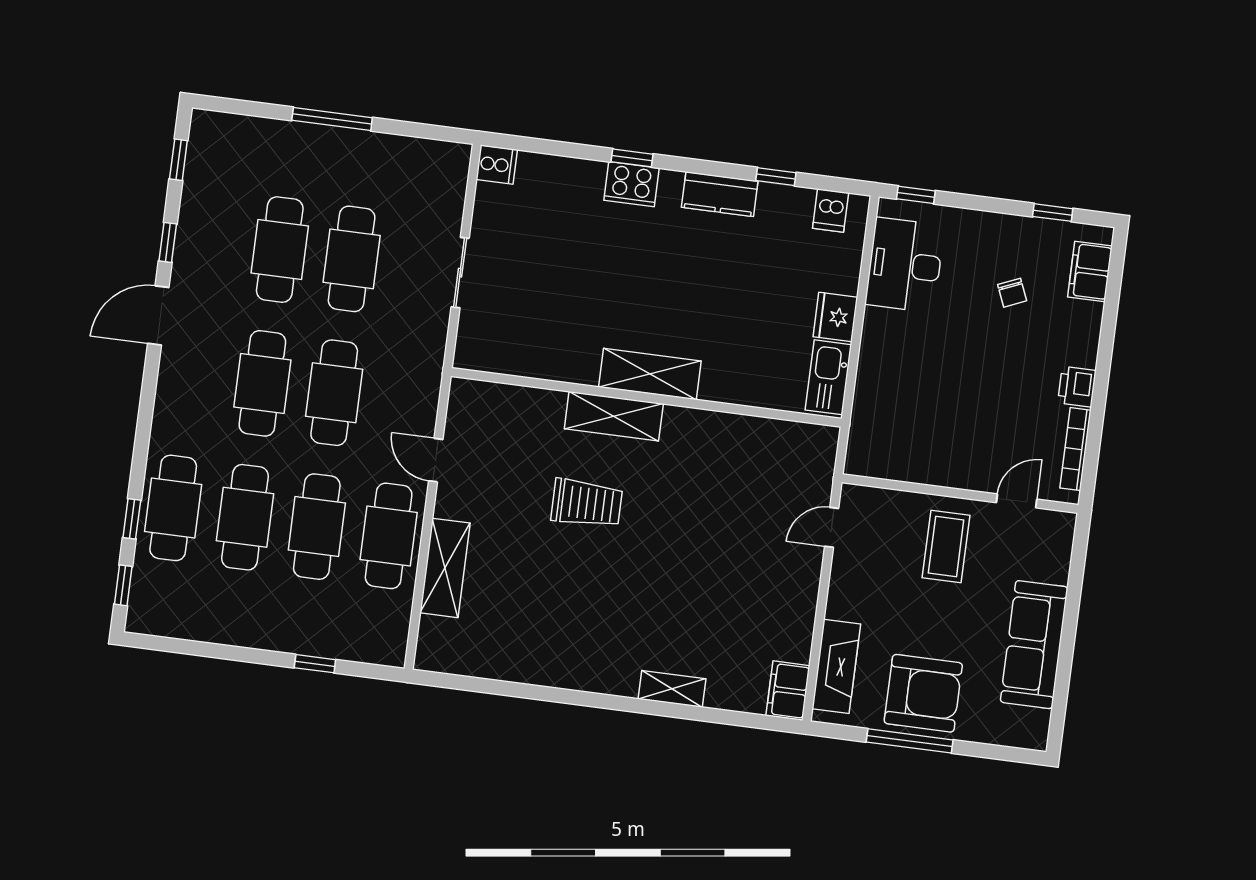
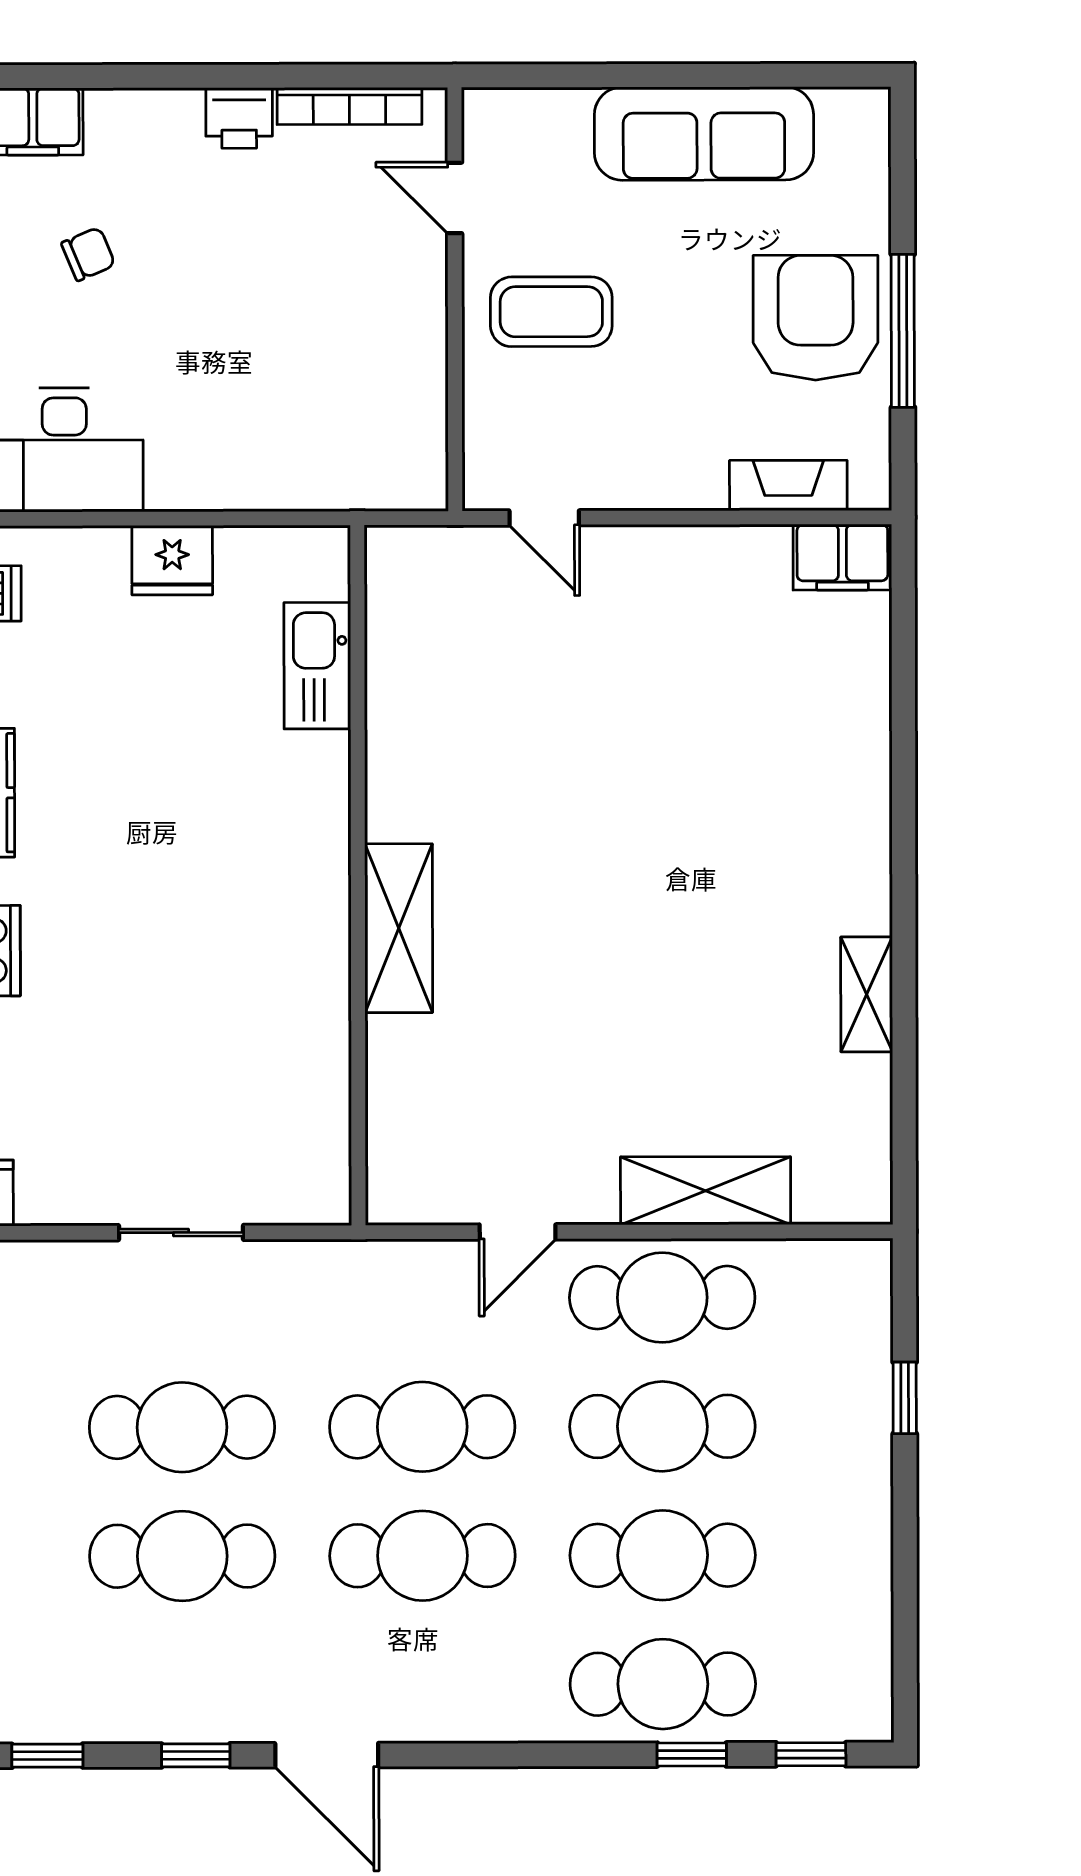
shelving: (650, 374) -> (316, 874), removed
kitchen sink: (828, 377) -> (317, 666), moved, turned 90
trolley: (587, 503) -> (559, 956), removed
fireplace: (836, 666) -> (788, 485), width x0.73, depth x0.76
shelving: (672, 689) -> (867, 994), moved

